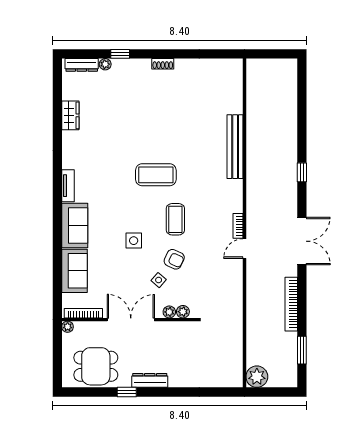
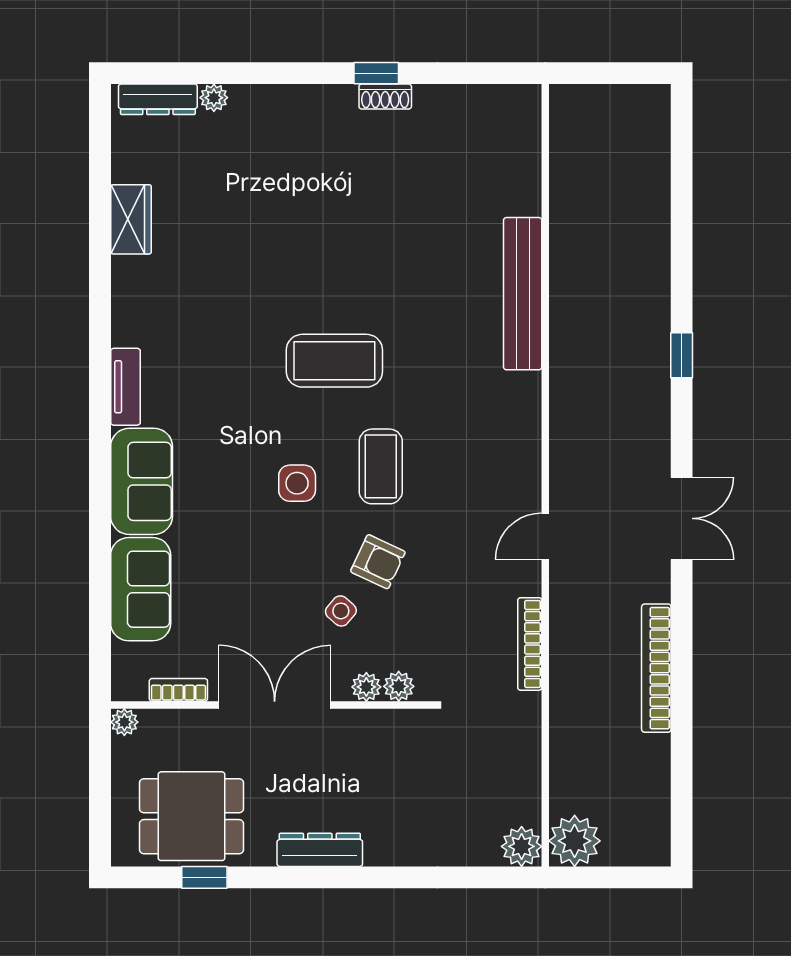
window: (120, 54) -> (376, 73), moved
shoe rack: (163, 64) -> (385, 97), moved
bookcase: (238, 226) -> (530, 644), moved, width x1.56
side table: (134, 241) -> (297, 483), moved
double door: (302, 241) -> (682, 518), width x0.73
bookcase: (83, 313) -> (178, 690), width x0.64
window: (302, 350) -> (682, 778), removed
plant: (235, 379) -> (522, 846), added
window: (127, 392) -> (204, 877), moved

